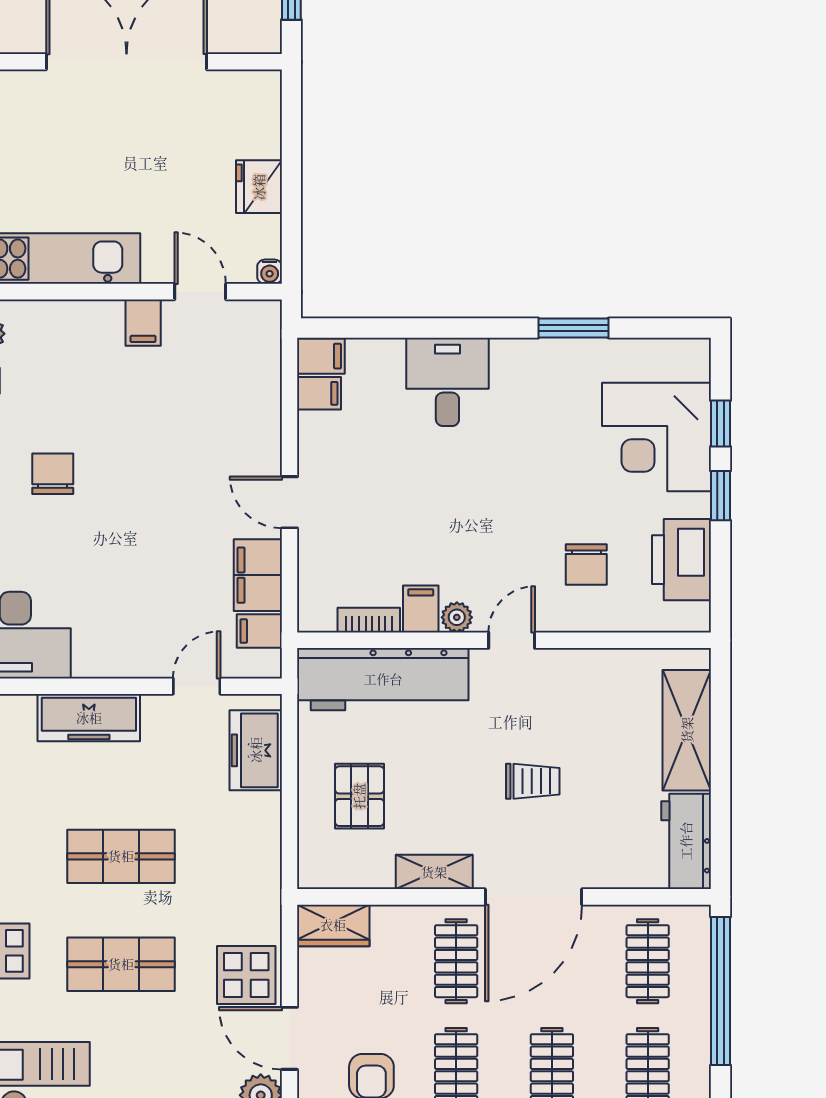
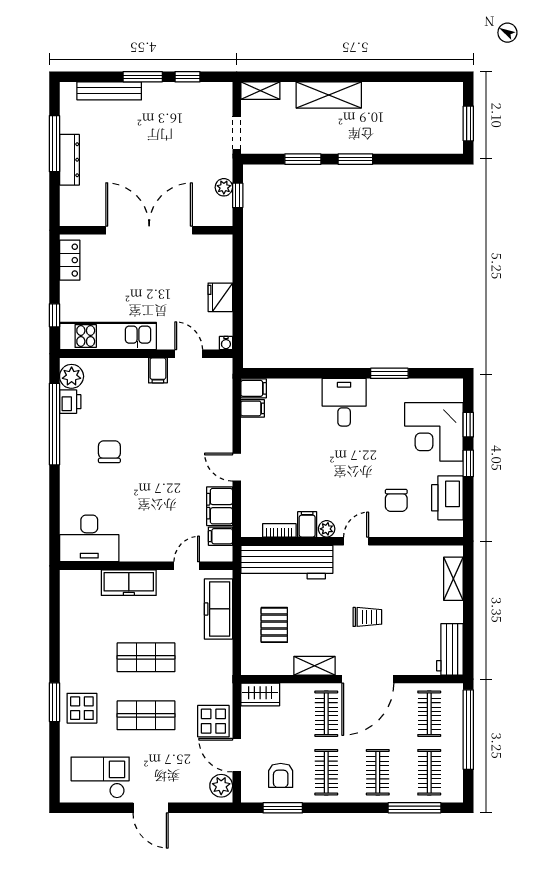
desk: (447, 382) -> (344, 402), moved
shelving: (687, 730) -> (453, 579), width x0.67, depth x0.75
freezer: (256, 750) -> (219, 609), width x1.40

